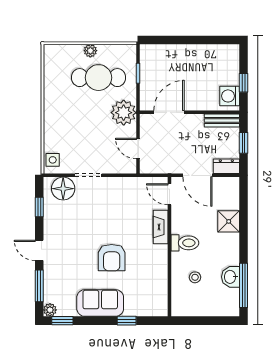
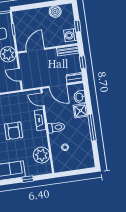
boiler: (210, 54) -> (55, 11), added
armchair: (112, 258) -> (14, 131), moved
washbasin: (231, 277) -> (80, 97), moved
plant: (155, 285) -> (41, 155), added
window: (243, 285) -> (92, 128), moved

